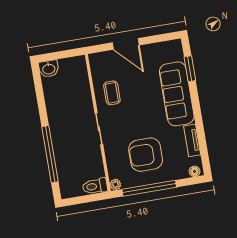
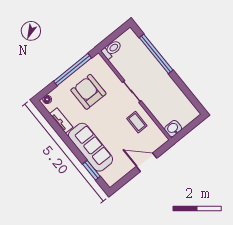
washbasin: (49, 69) -> (173, 129), moved
armchair: (146, 155) -> (88, 92), turned -90
plant: (115, 184) -> (98, 59), removed

